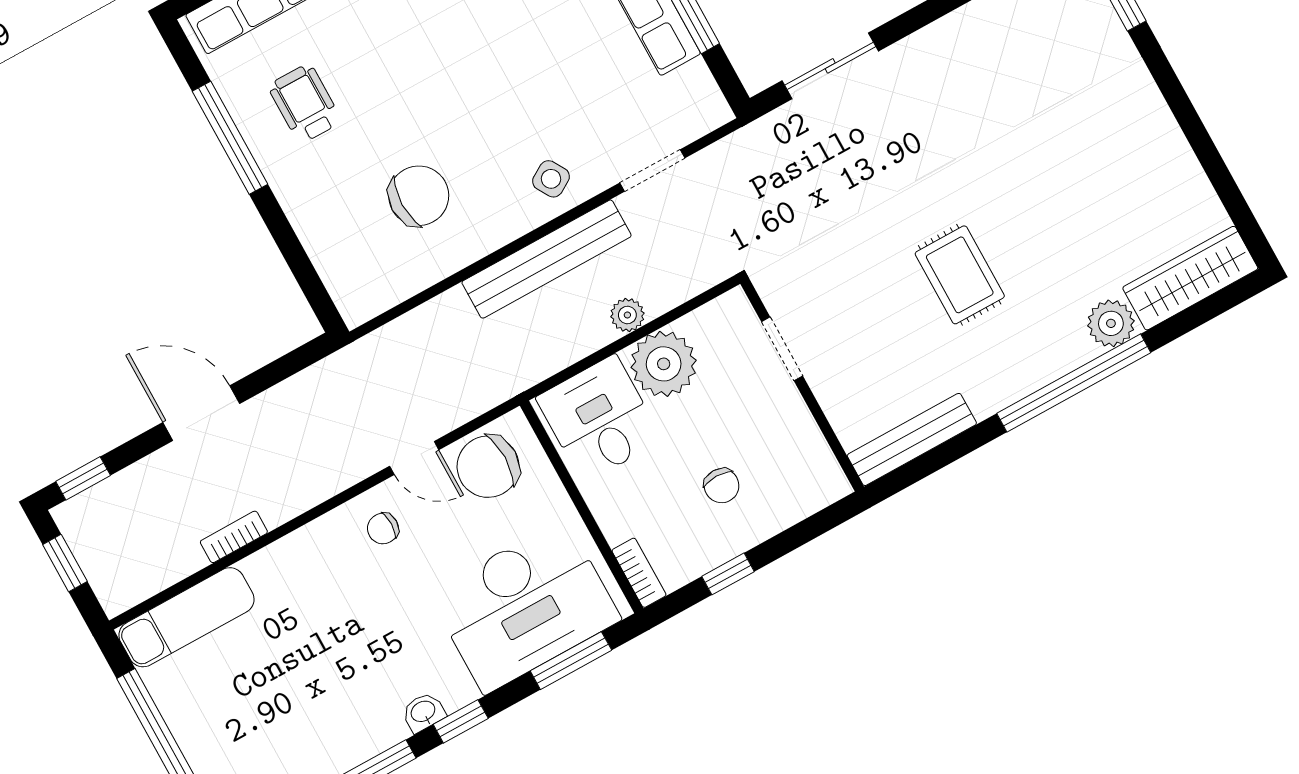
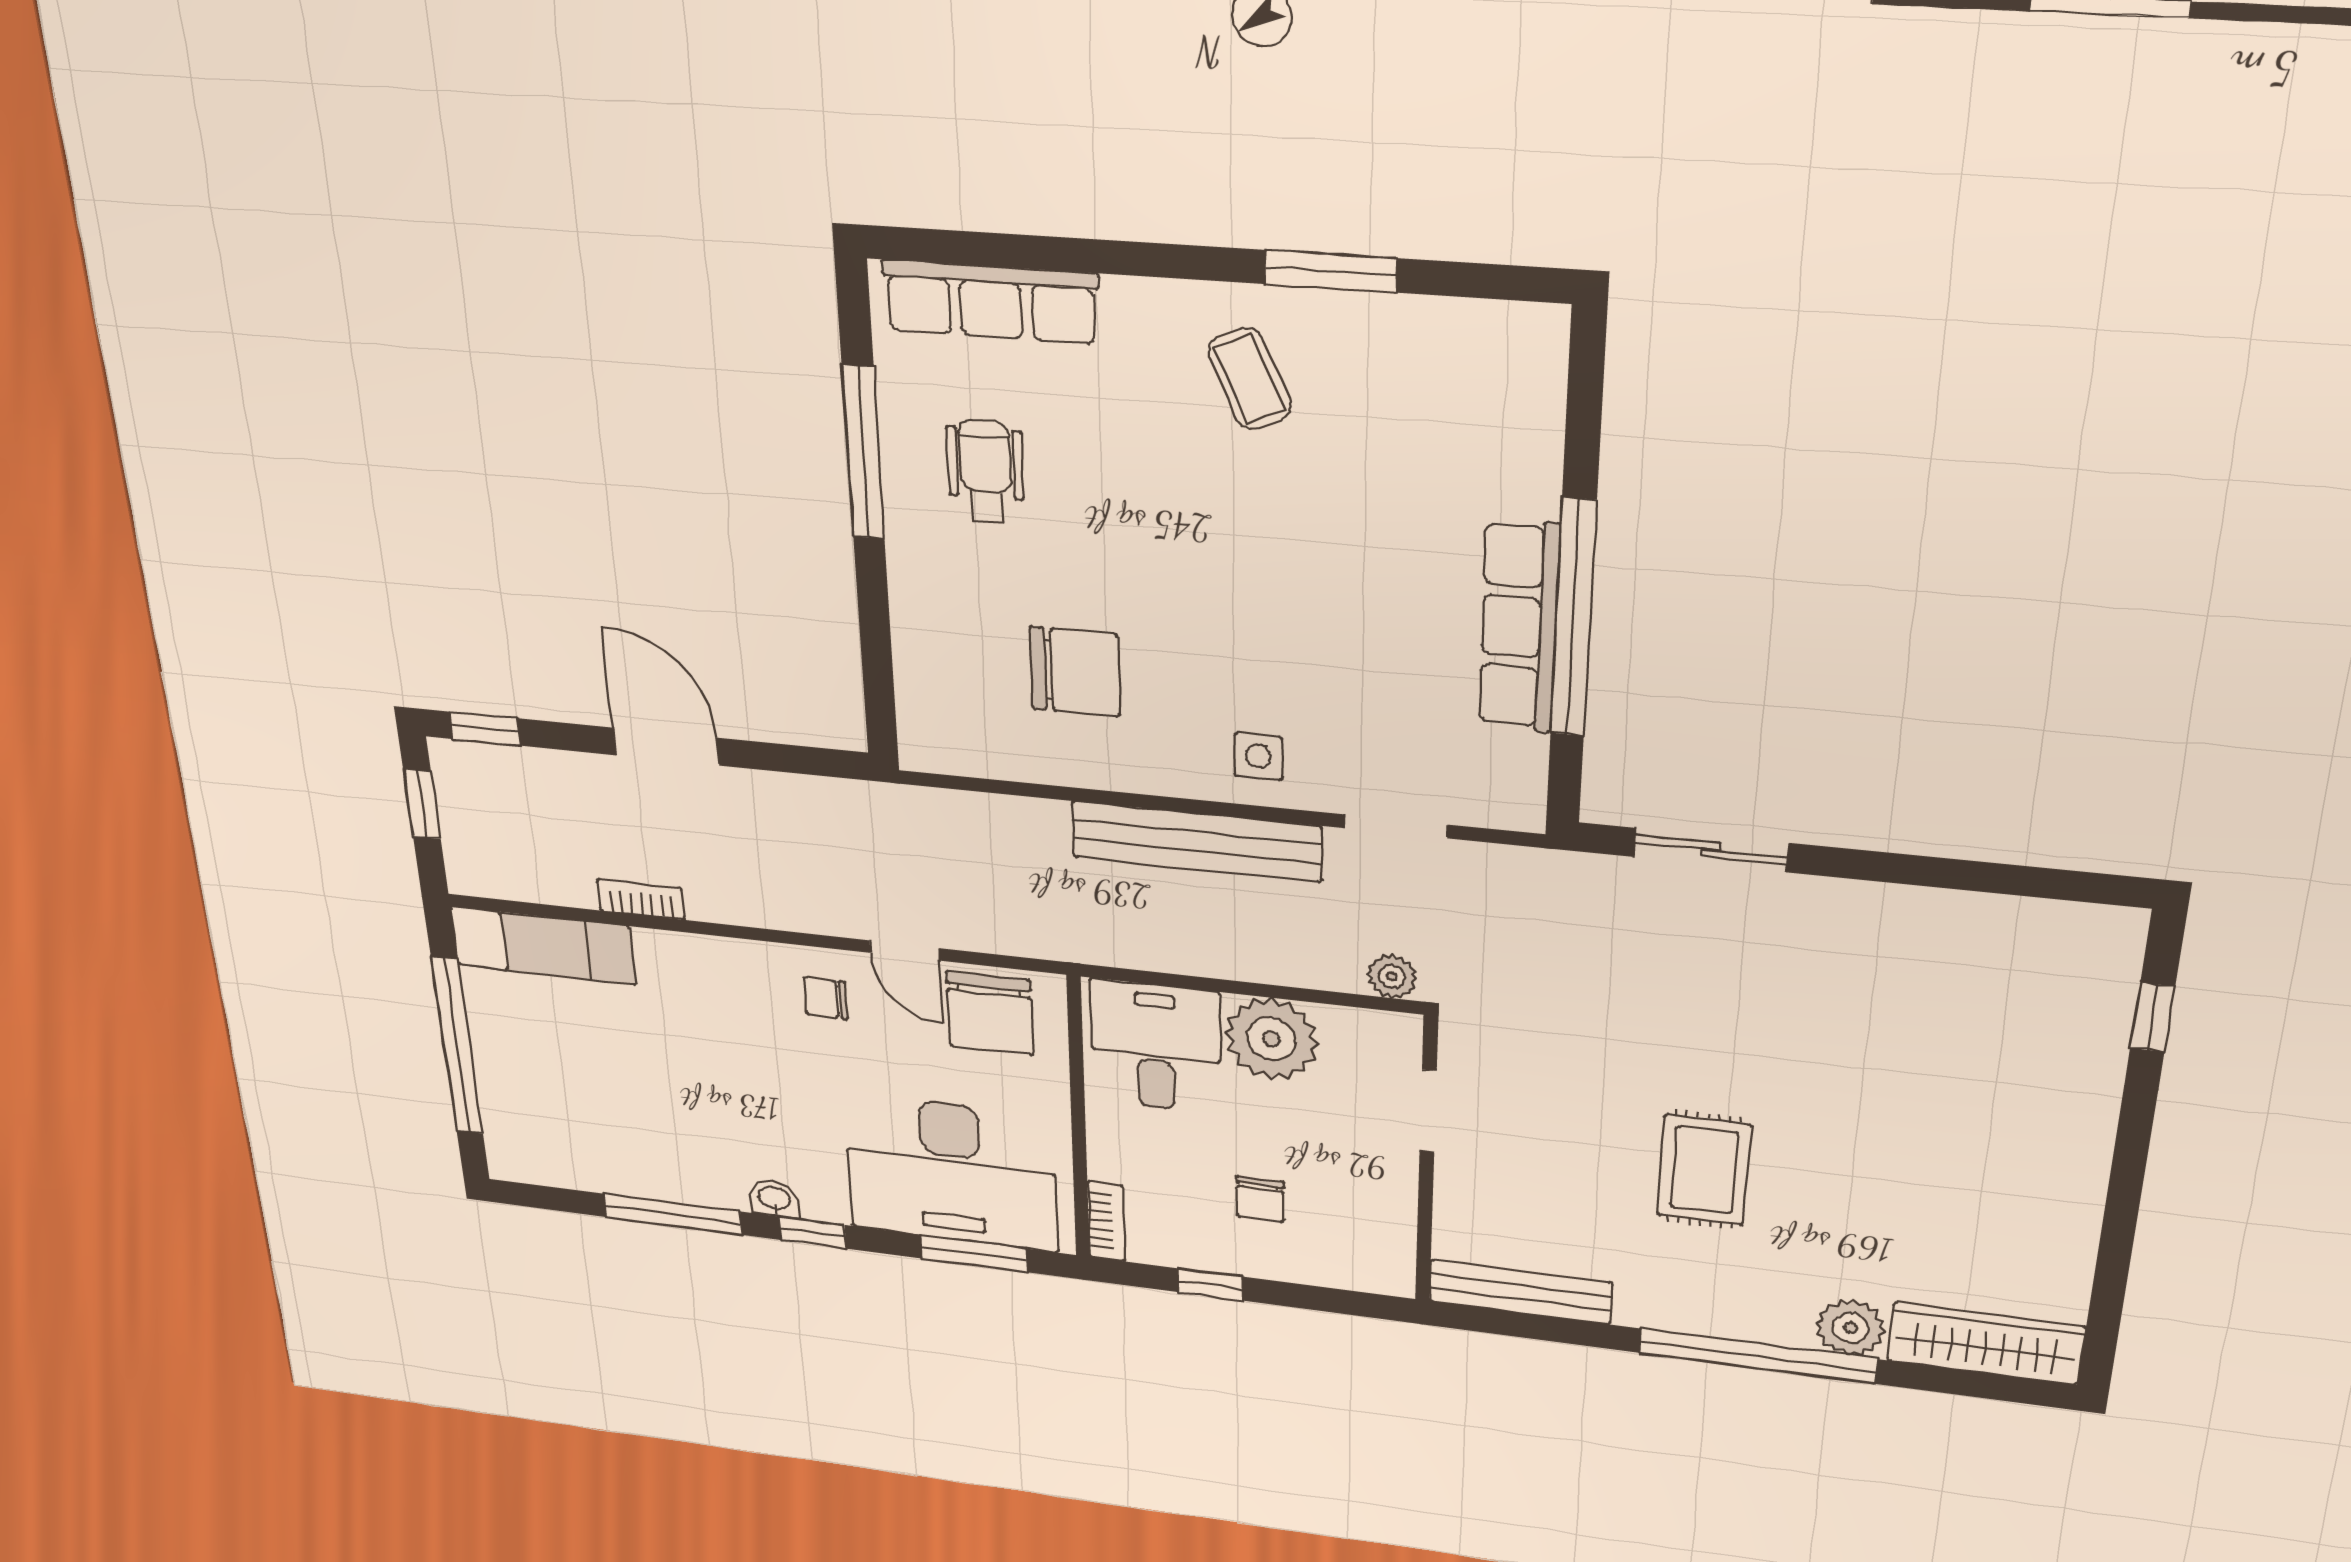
side table: (551, 179) -> (1258, 756), turned 31
plant: (627, 315) -> (1392, 976), moved
chair: (488, 467) -> (990, 1013), turned -90

